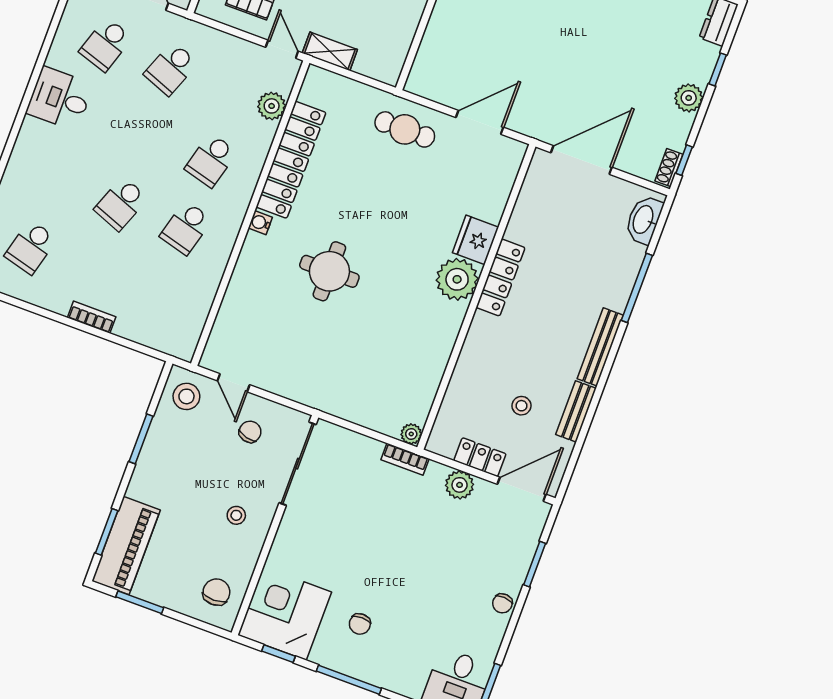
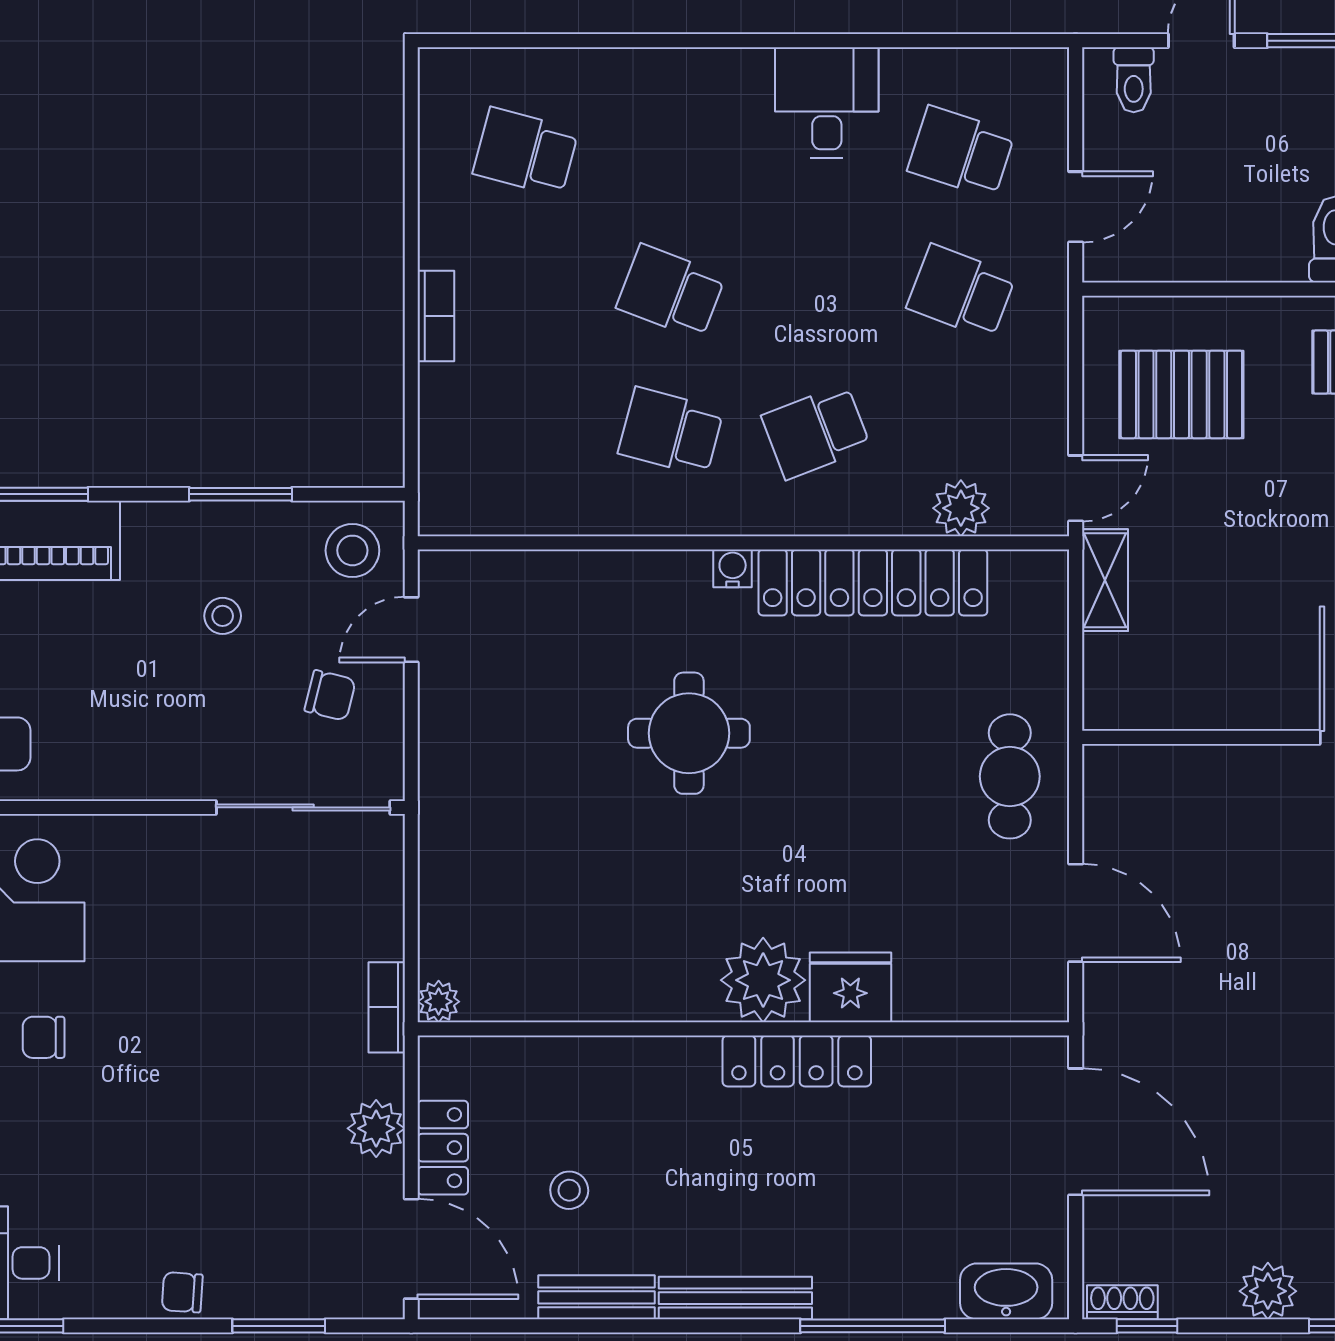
school desk: (211, 160) -> (816, 432), turned -36
stool: (236, 515) -> (223, 616), moved

